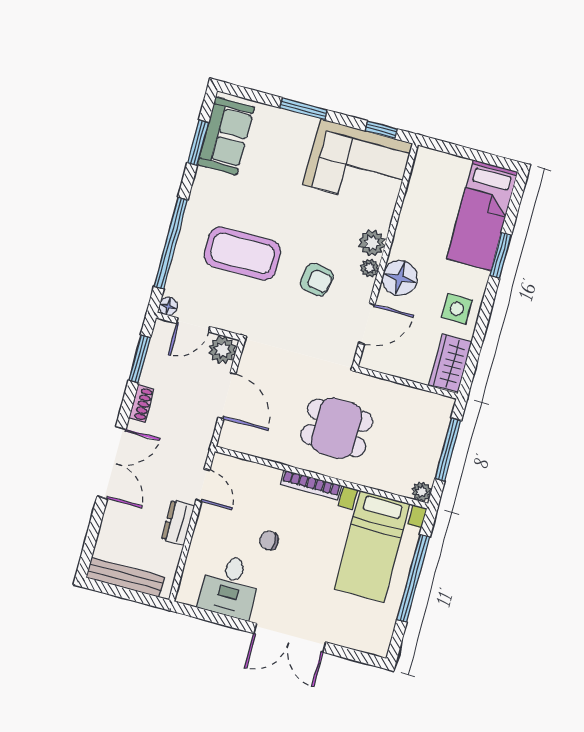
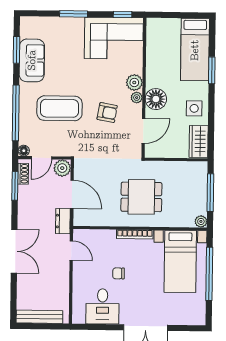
sofa: (226, 136) -> (32, 60), moved
shoe rack: (141, 404) -> (23, 174), moved
dresser: (178, 523) -> (63, 221), moved

